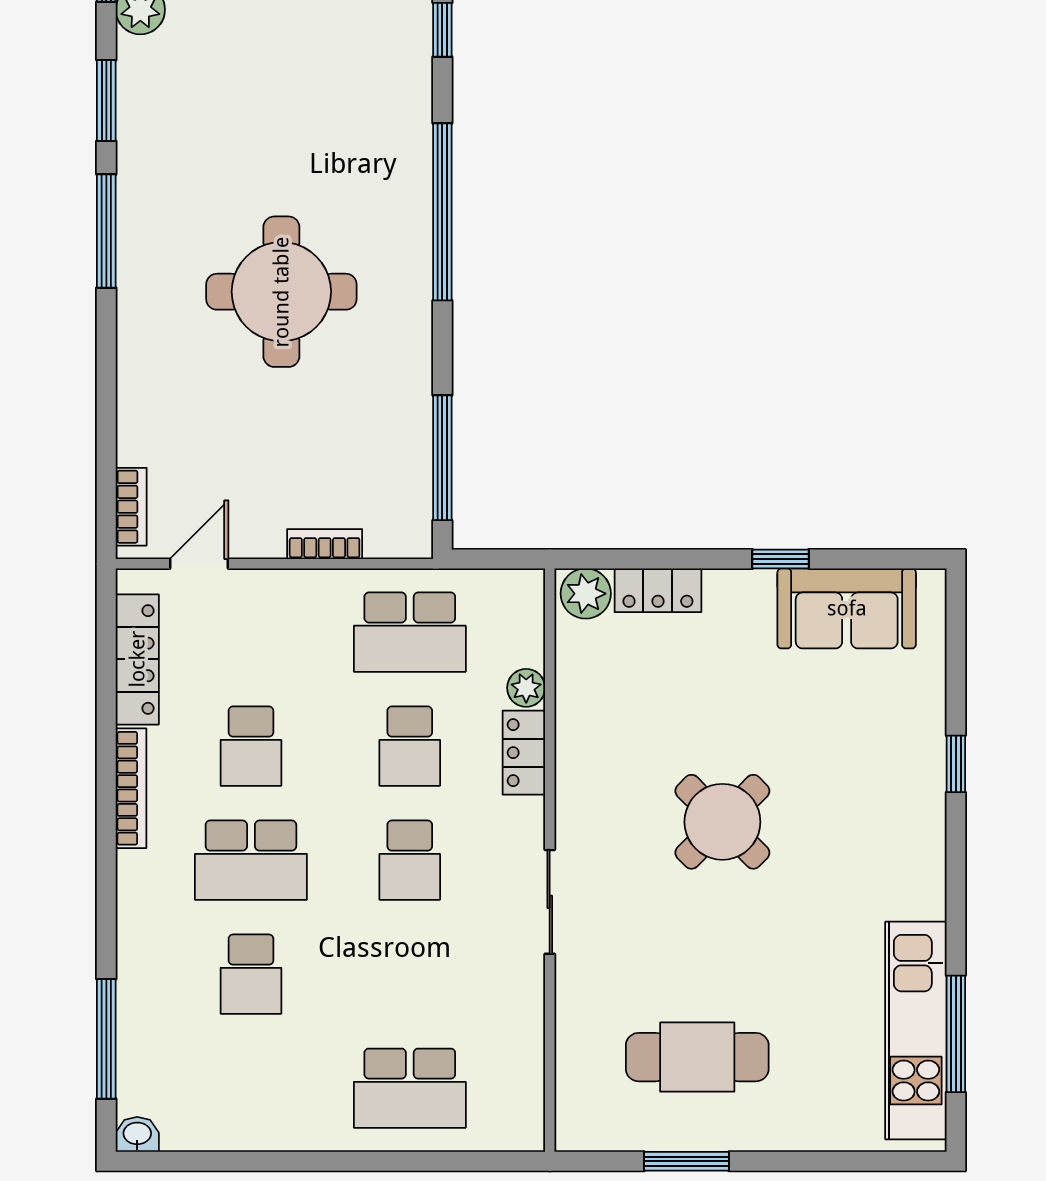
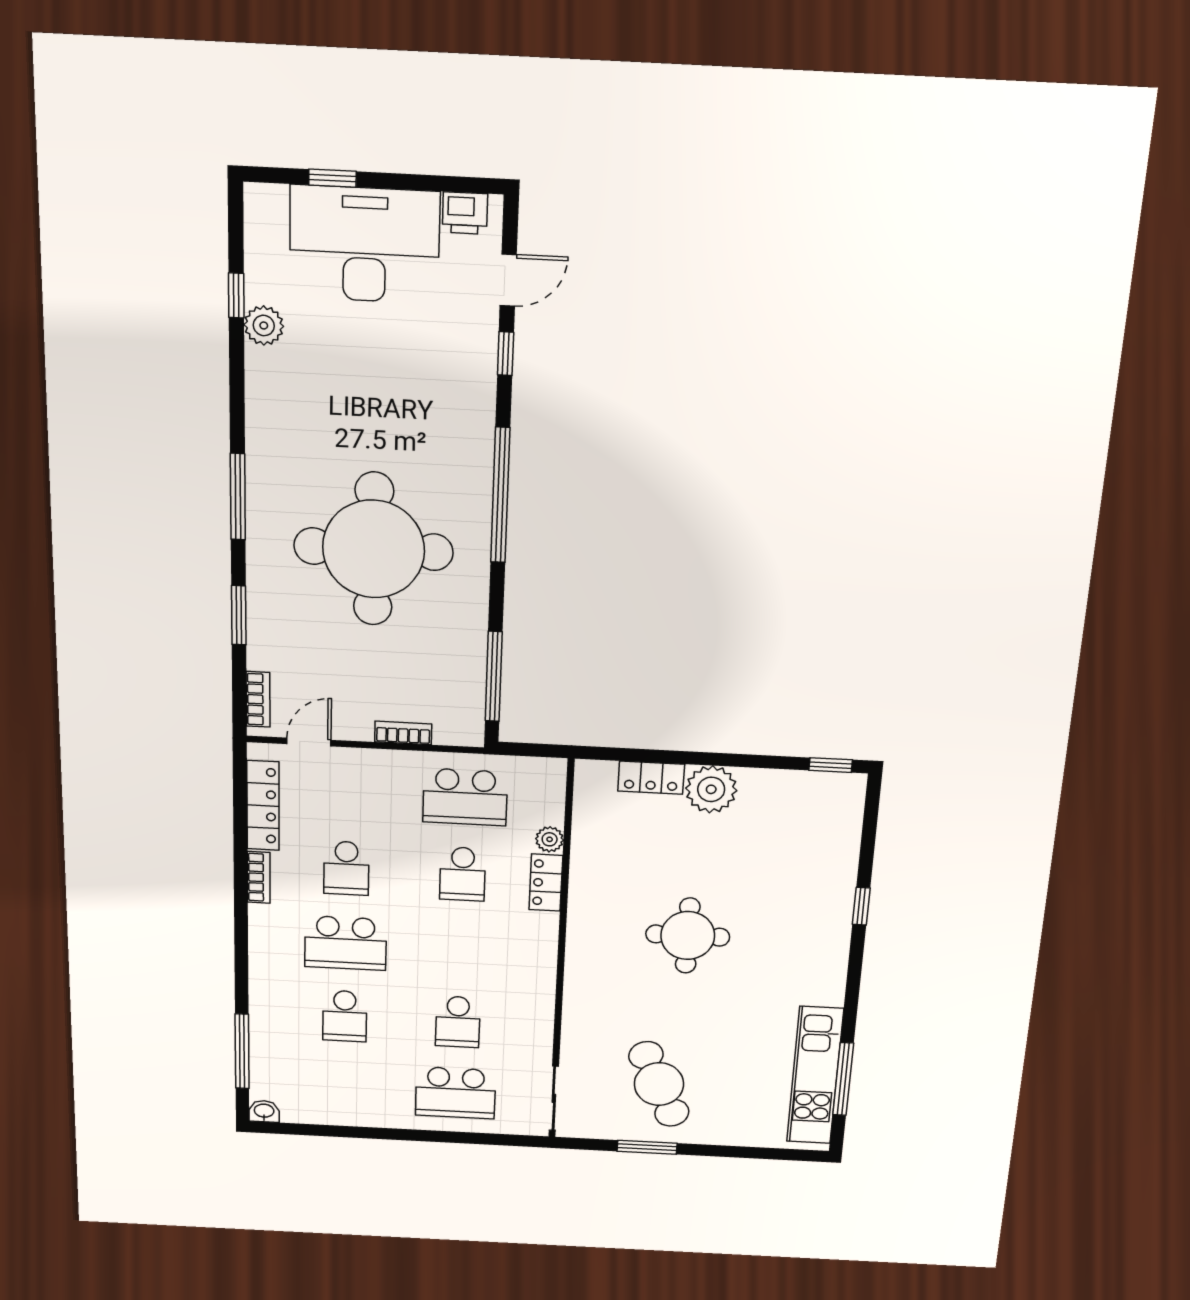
window: (106, 100) -> (239, 615), moved
round table: (281, 292) -> (374, 549), width x1.36, depth x1.36
window: (780, 559) -> (831, 765), moved
plant: (586, 594) -> (711, 789), moved, width x1.36, depth x1.36
sofa: (847, 608) -> (791, 797), removed
bookcase: (131, 788) -> (259, 877), width x0.64
round table: (722, 822) -> (688, 936), turned 45
school desk: (410, 860) -> (458, 1022), moved
sliding door: (550, 902) -> (554, 1098), moved
cafe table: (697, 1057) -> (659, 1084), turned 65

